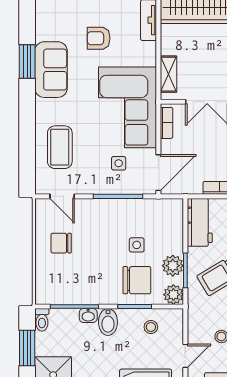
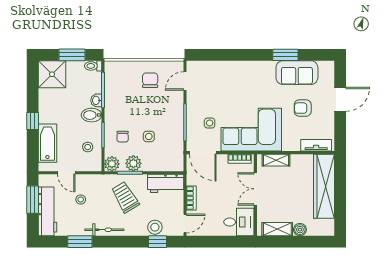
armchair: (99, 38) -> (303, 108), turned -90
sofa: (51, 70) -> (297, 73), moved
coffee table: (60, 147) -> (222, 79), removed
chair: (137, 280) -> (123, 137), width x0.54, depth x0.54

